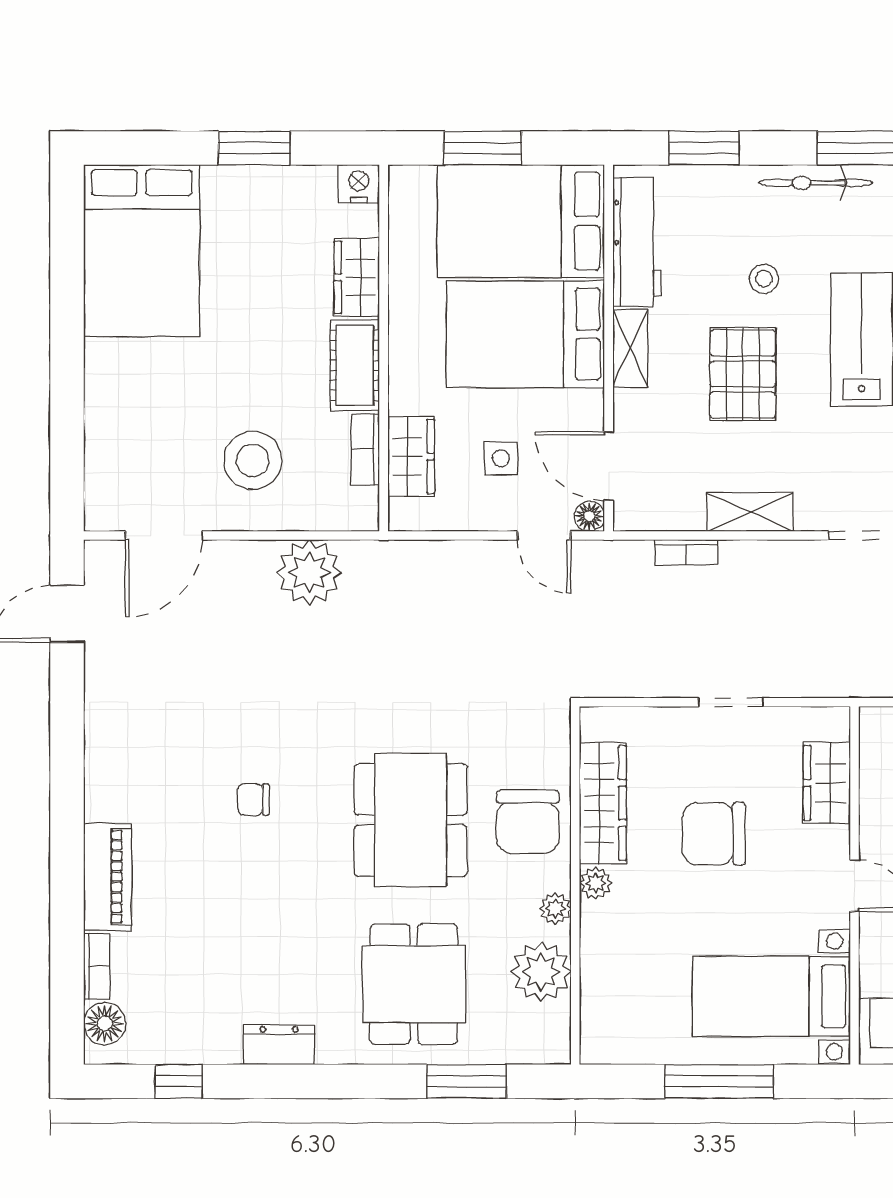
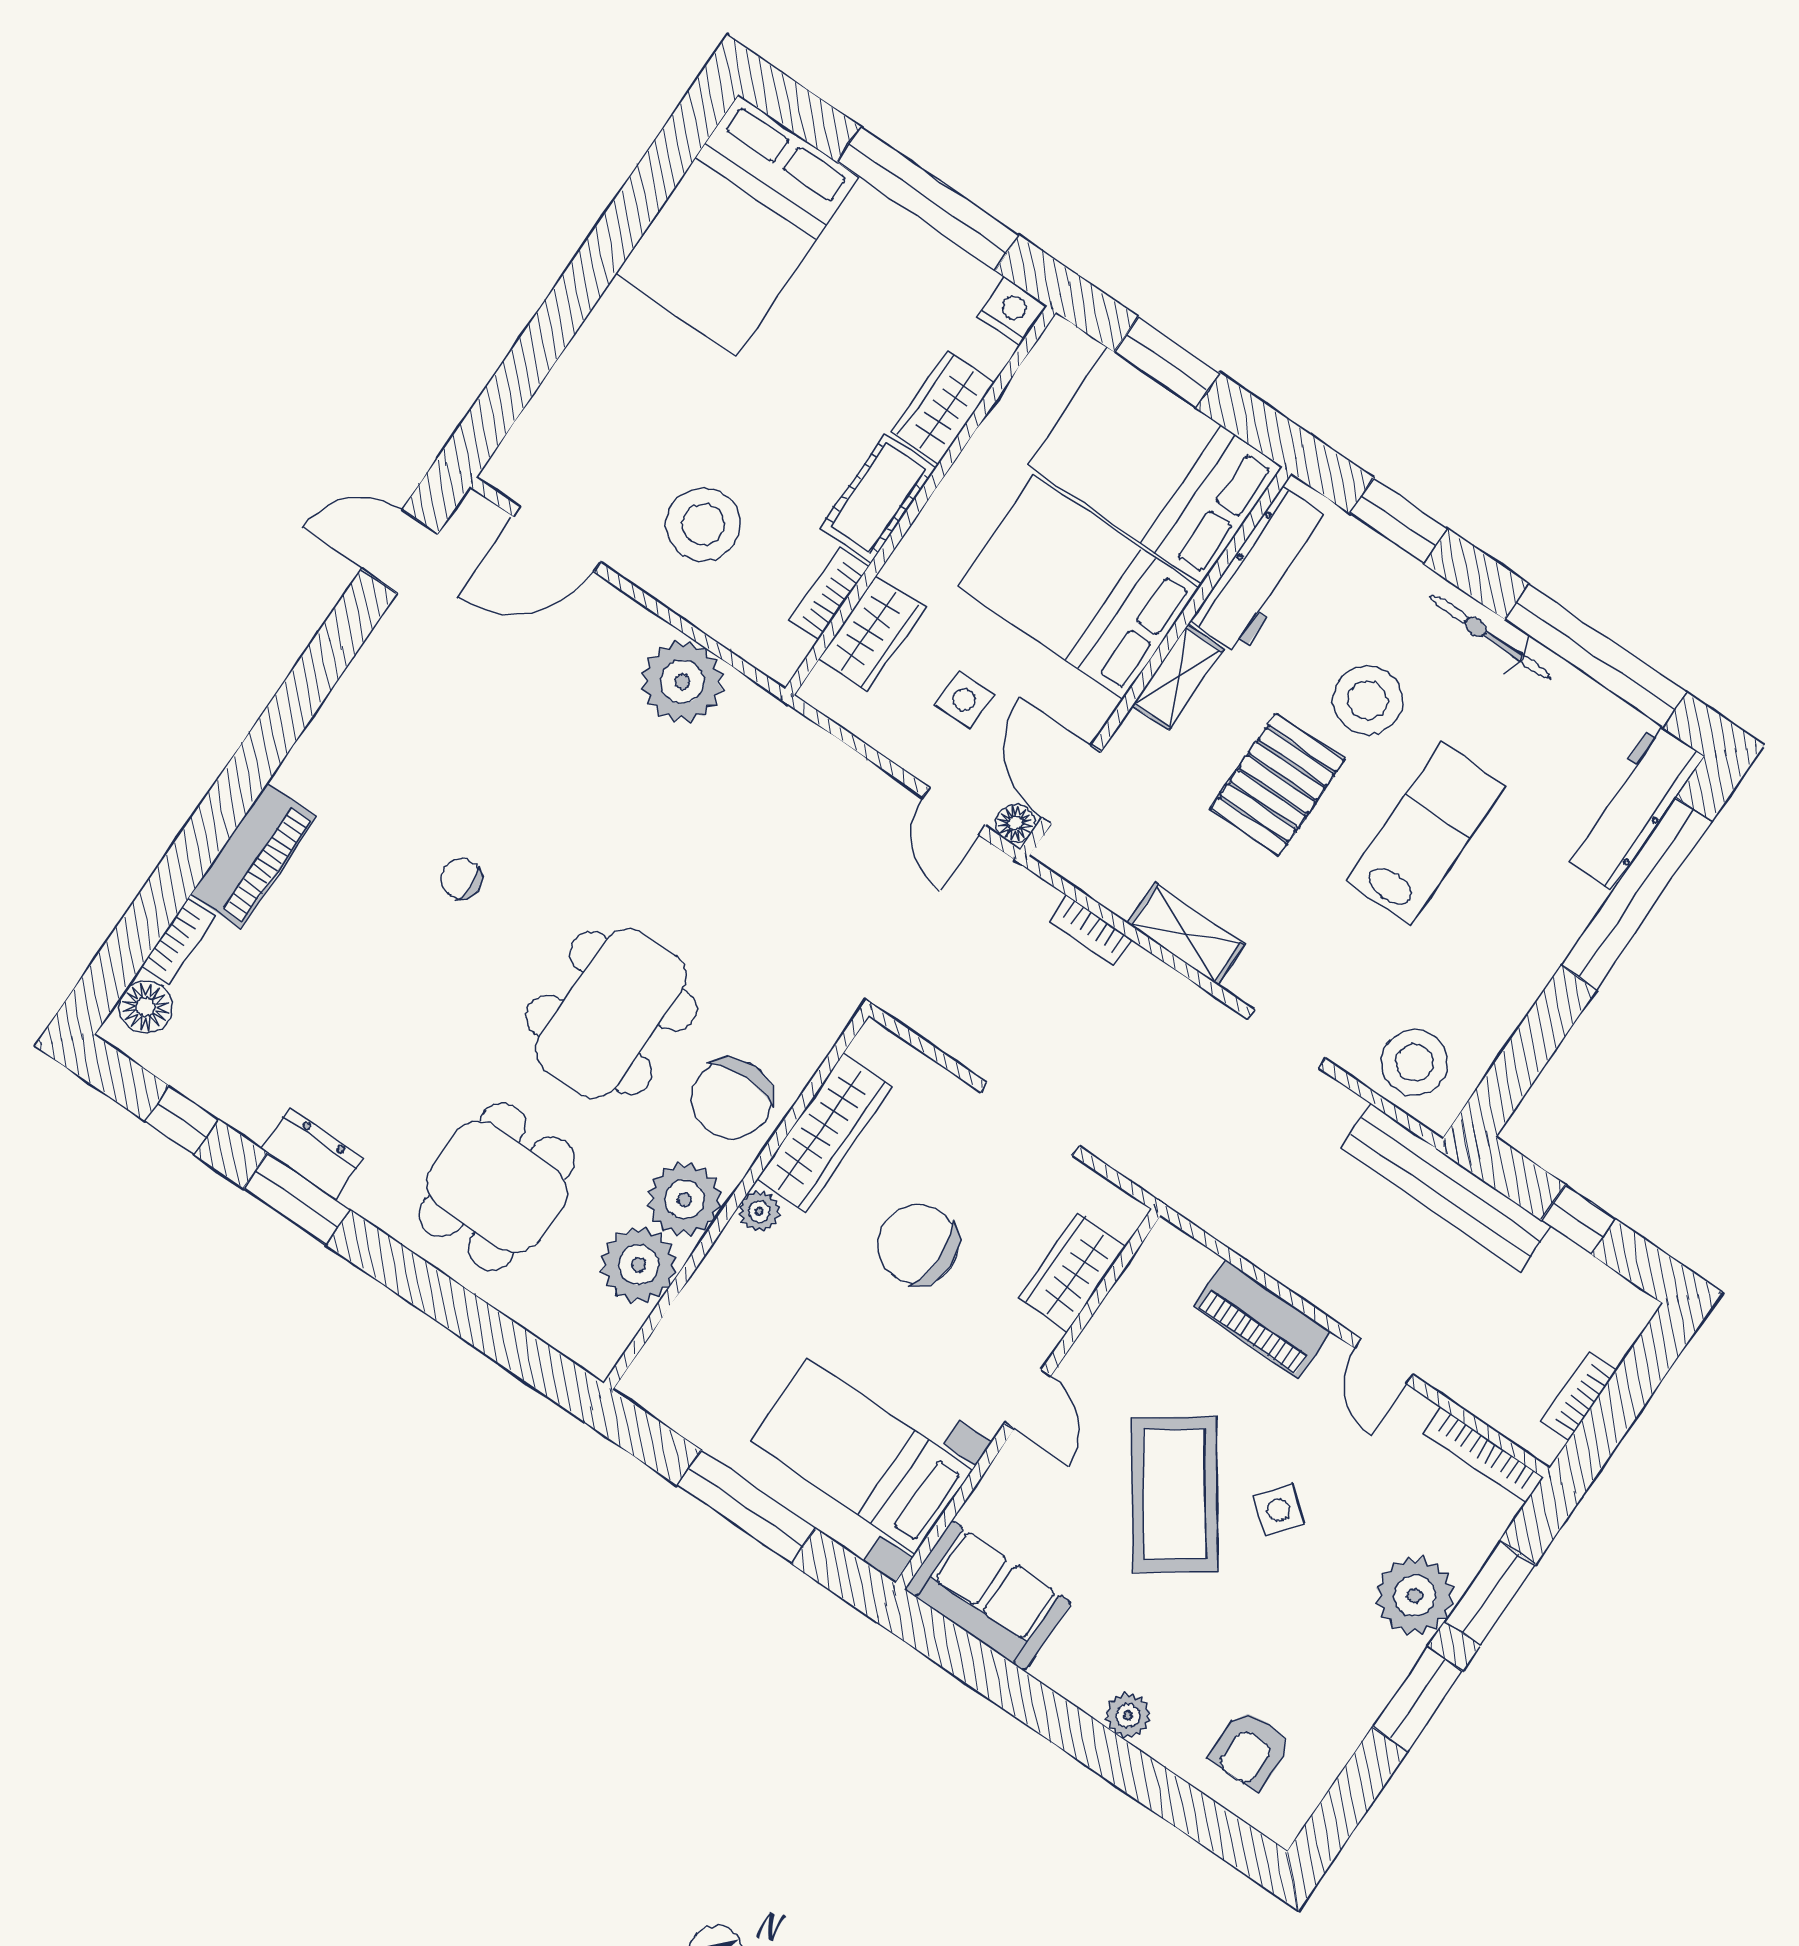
window: (254, 148) -> (928, 199), width x2.11
stool: (764, 279) -> (1368, 700), width x1.89, depth x1.89
doorway: (731, 702) -> (1030, 1119), width x1.38
plant: (555, 909) -> (684, 1199), width x1.88, depth x1.88
window: (466, 1081) -> (297, 1199), moved

